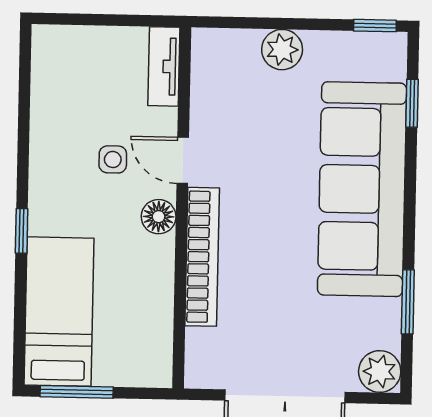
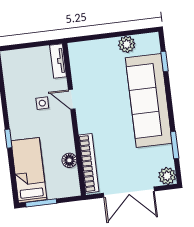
window: (375, 26) -> (144, 31), removed
plant: (282, 50) -> (127, 44), moved
floor lamp: (159, 217) -> (69, 160), moved
bookcase: (202, 257) -> (89, 163), moved

